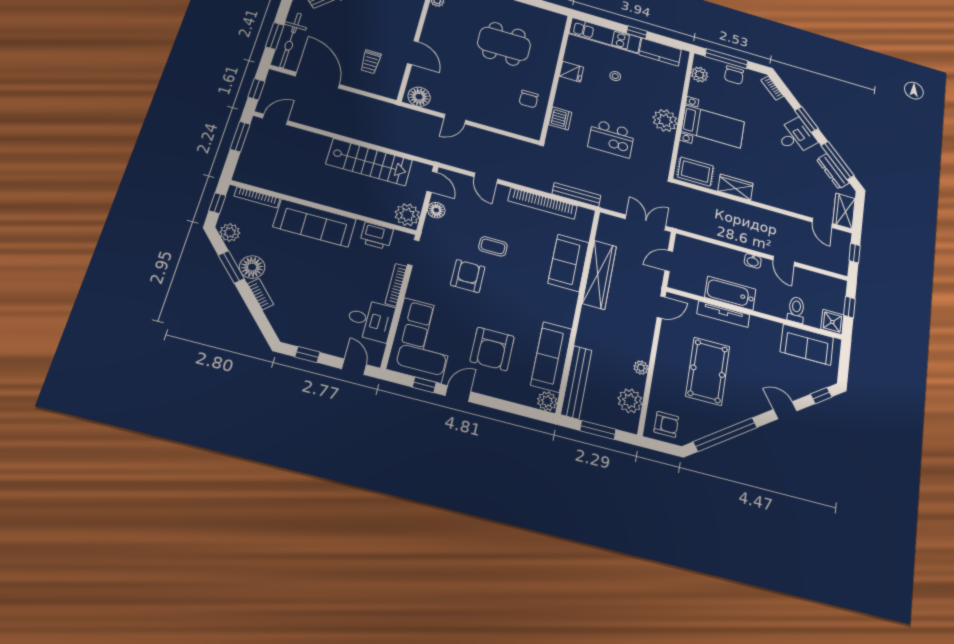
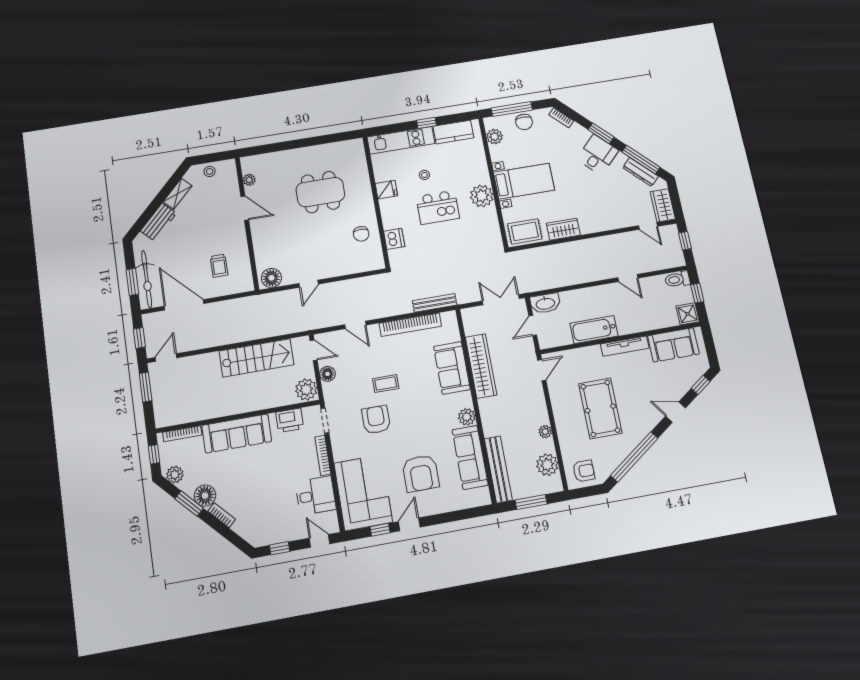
door: (413, 53) -> (245, 208), moved
kitchen island: (611, 139) -> (438, 207), moved
washbasin: (753, 261) -> (545, 303), moved, width x1.91, depth x1.45
toilet: (796, 310) -> (677, 279), moved, turned -90
tv unit: (723, 314) -> (625, 346), moved
plant: (547, 401) -> (467, 417), moved

